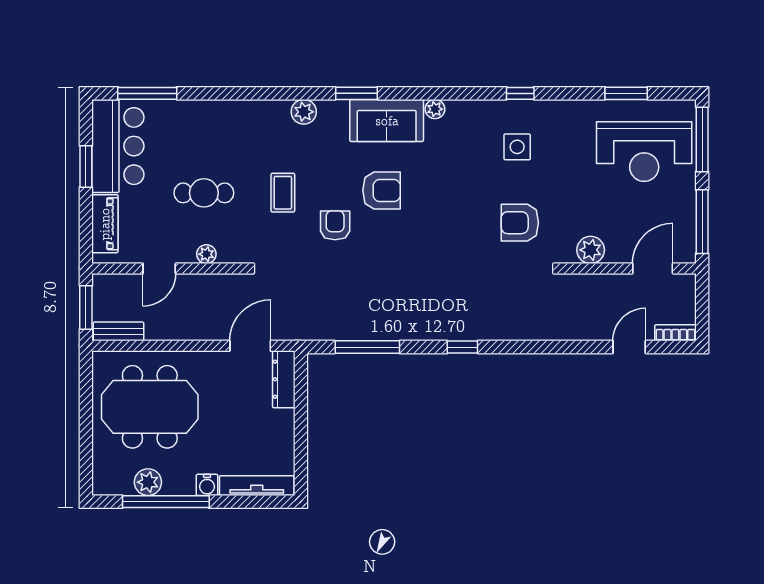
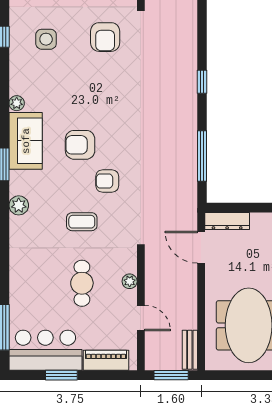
armchair: (382, 190) -> (80, 145), turned -90

